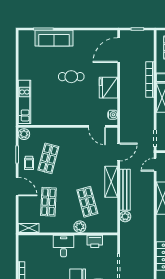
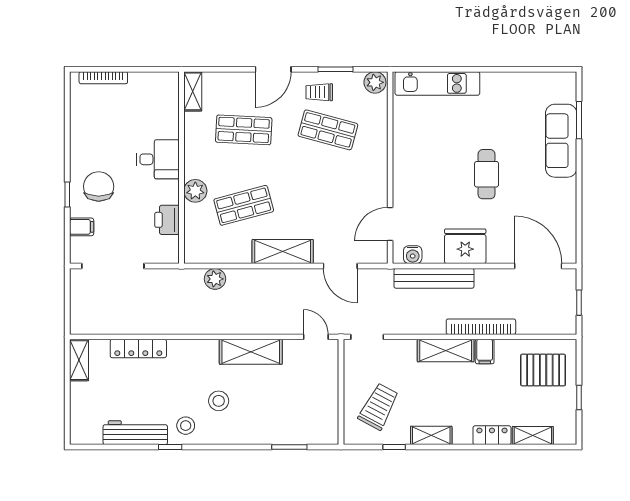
bench: (125, 190) -> (434, 278), moved

